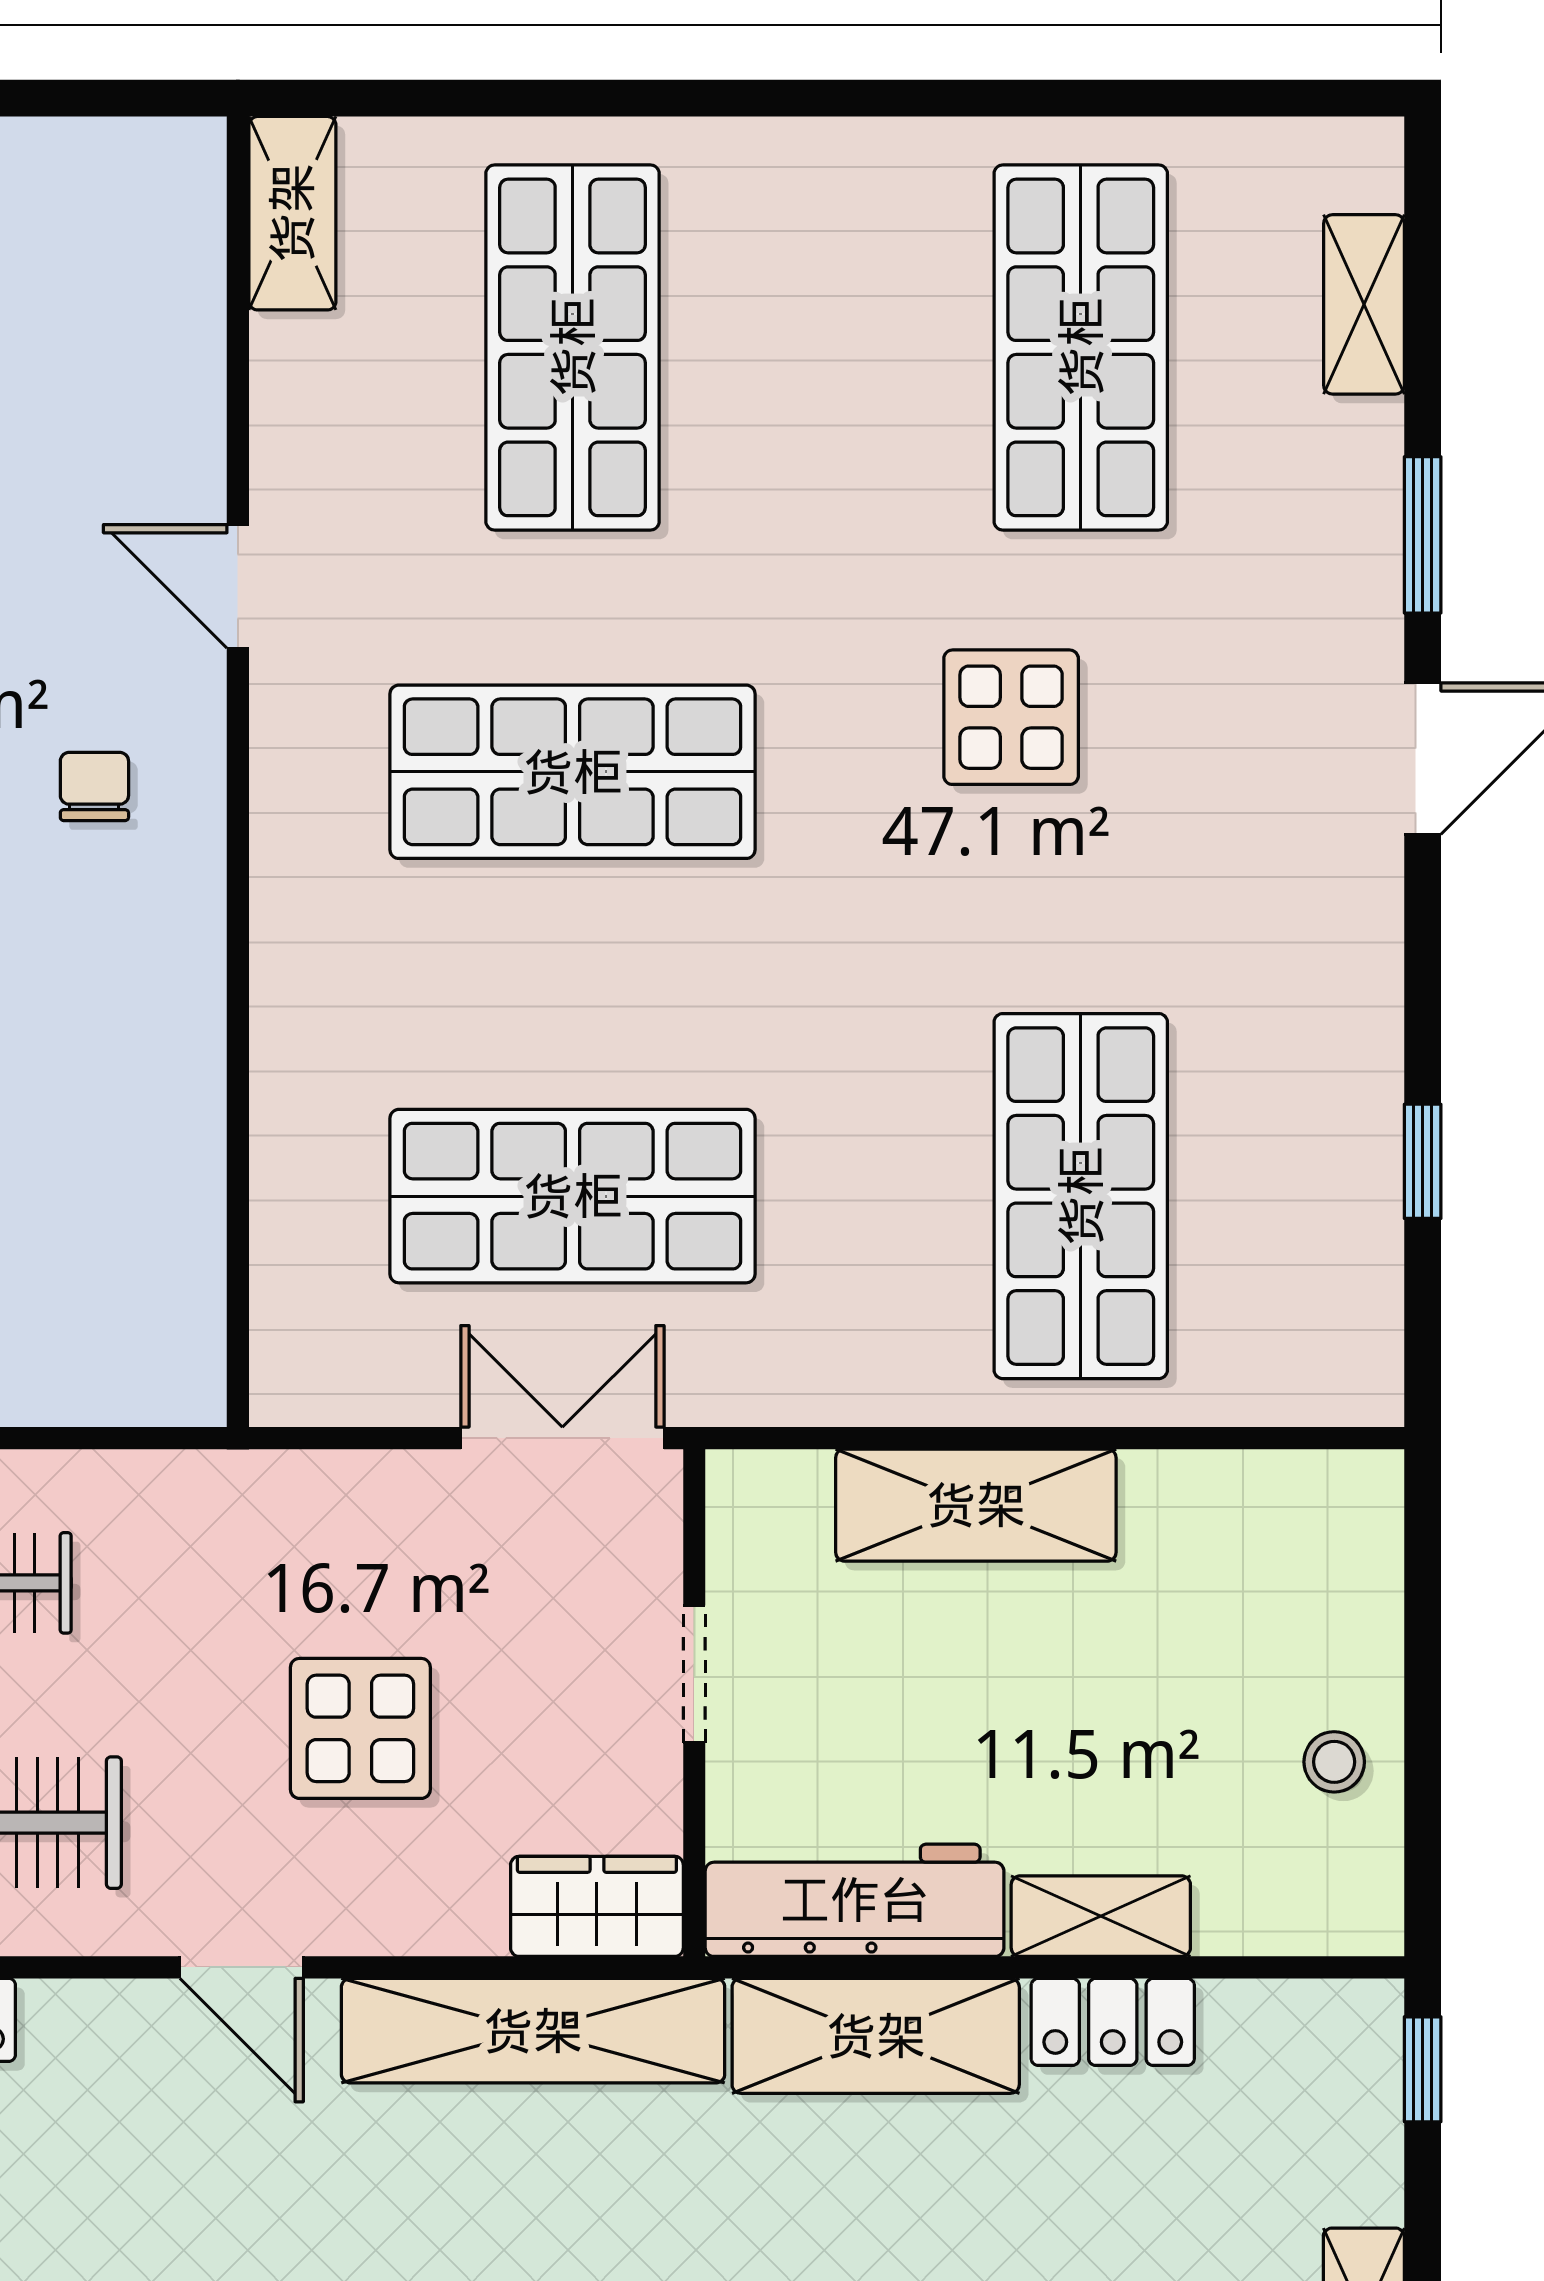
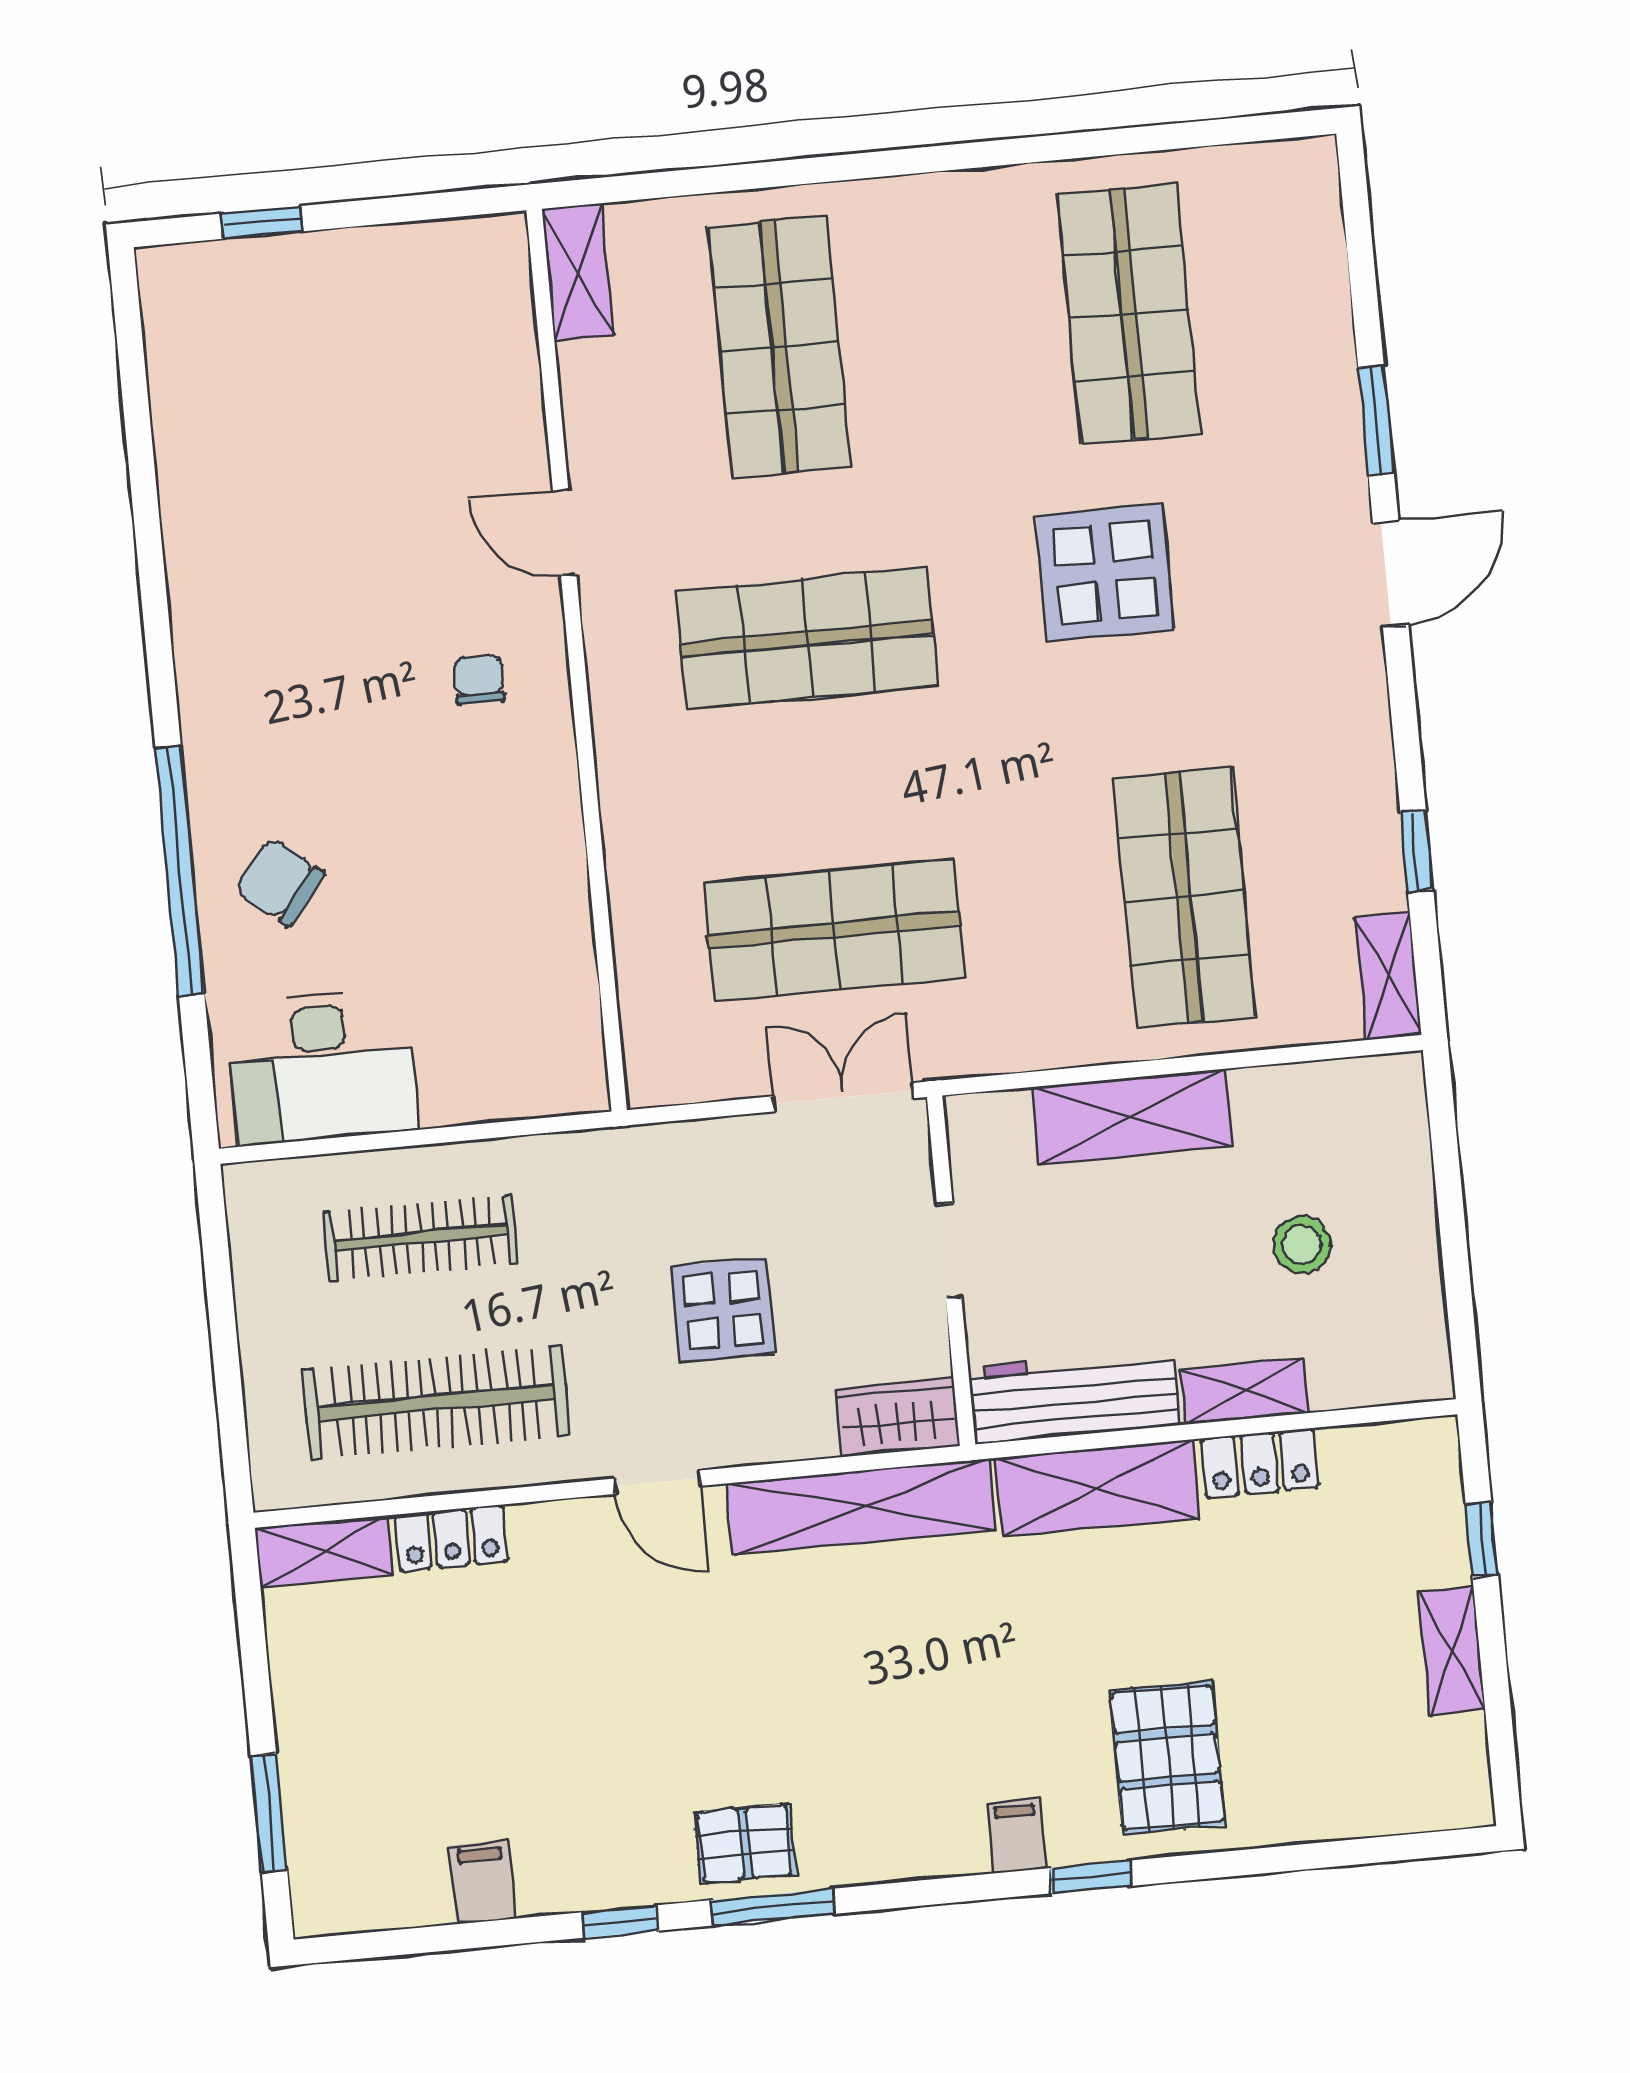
shelving: (1364, 304) -> (1388, 976), moved
display table: (1011, 717) -> (1105, 572), width x1.36, depth x1.36
stool: (1334, 1762) -> (1302, 1245), moved, width x1.37, depth x1.37
window: (1423, 2069) -> (1482, 1539), moved

